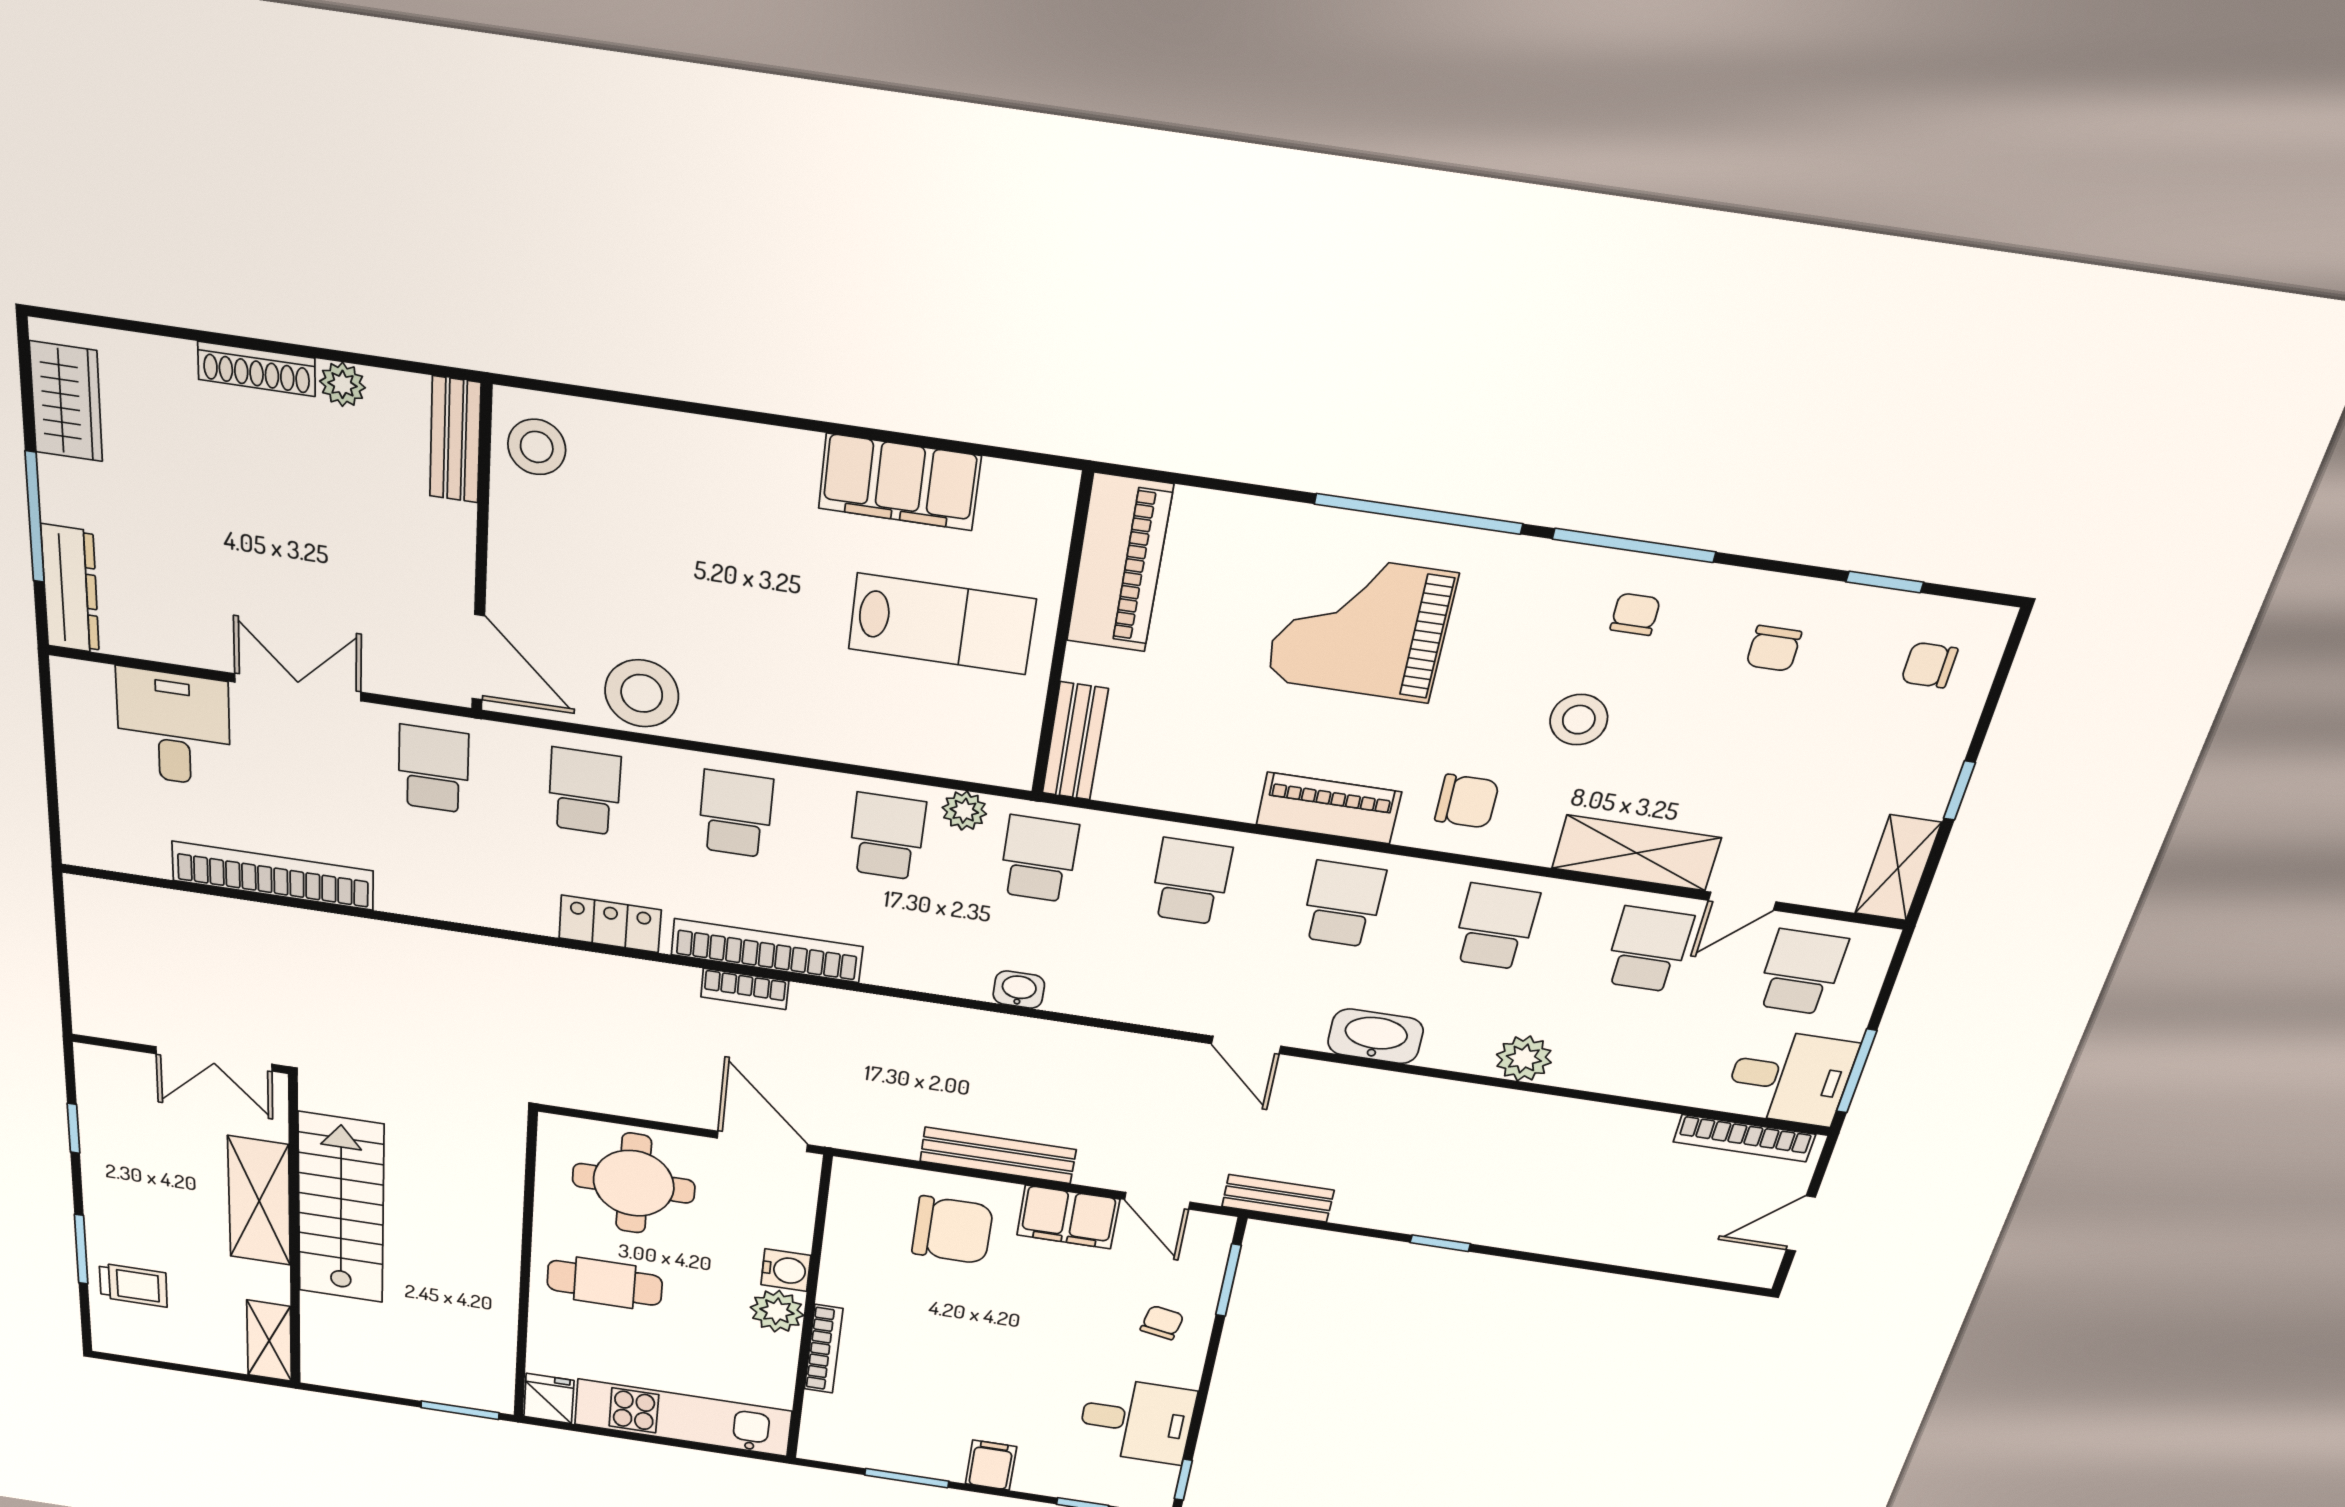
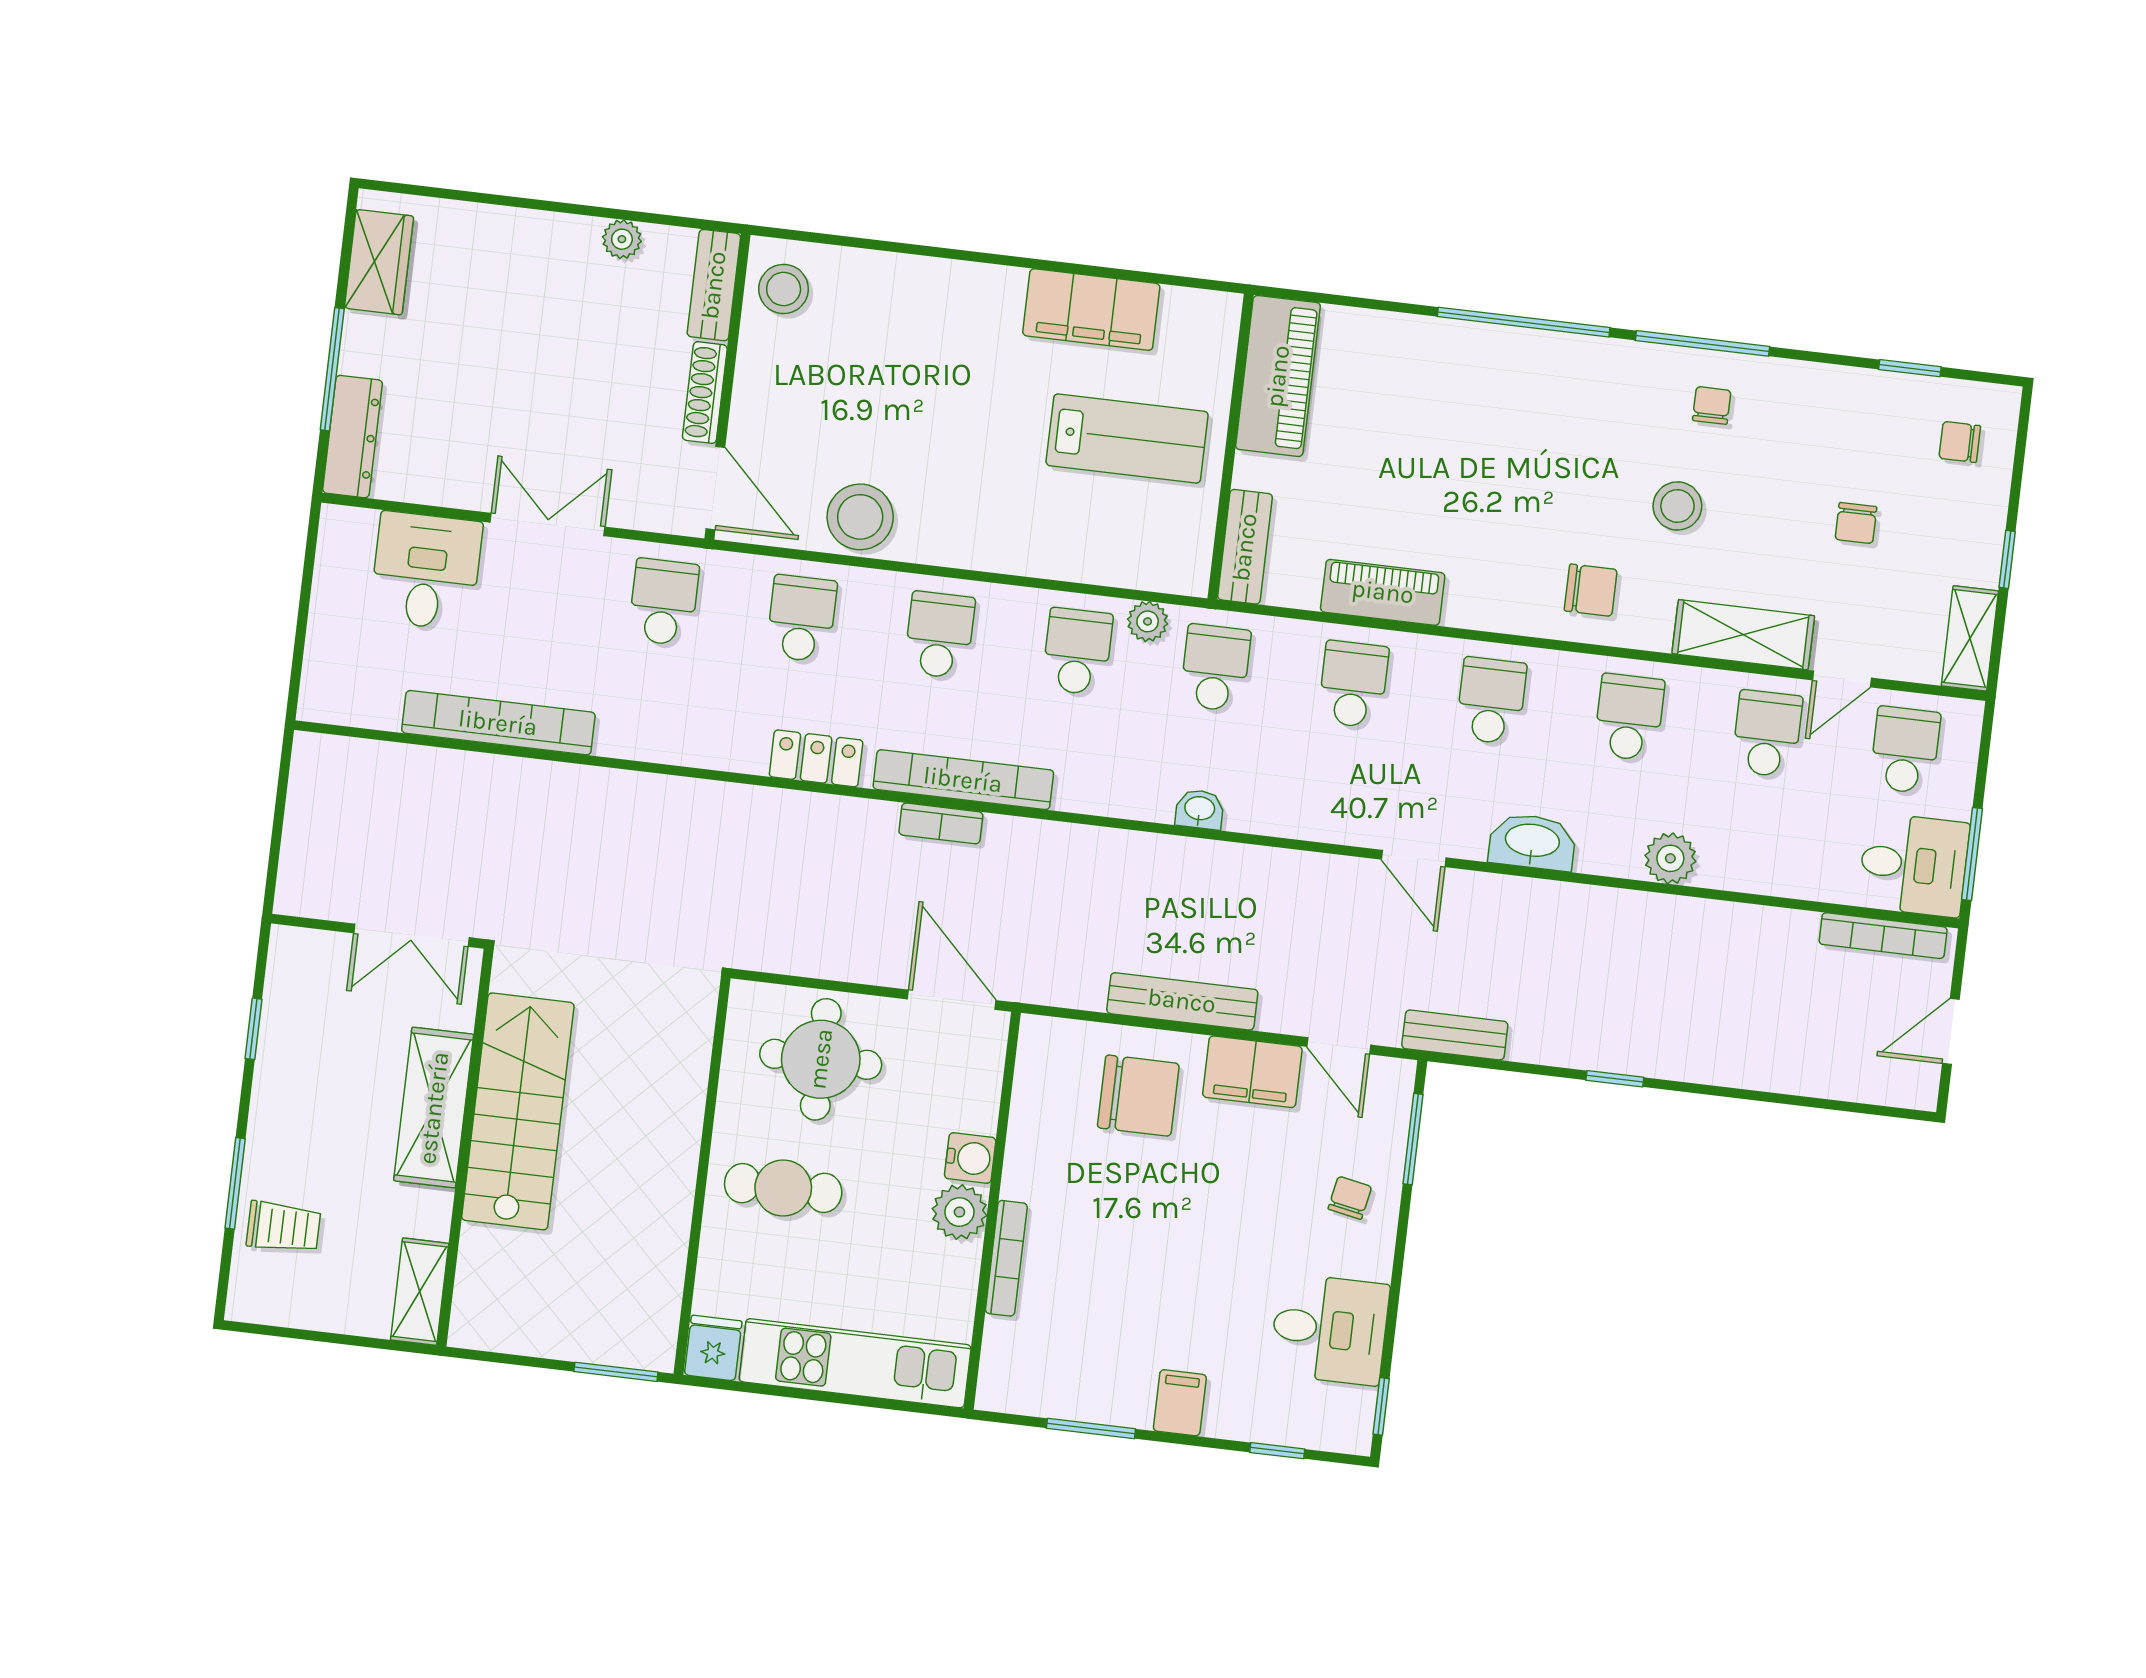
shoe rack: (256, 369) -> (705, 393), moved, turned 90
grand piano: (1361, 627) -> (1485, 426), removed
chair: (1774, 648) -> (1856, 523), moved
piano: (1329, 808) -> (1383, 592), moved

